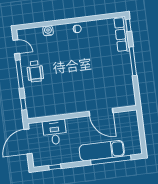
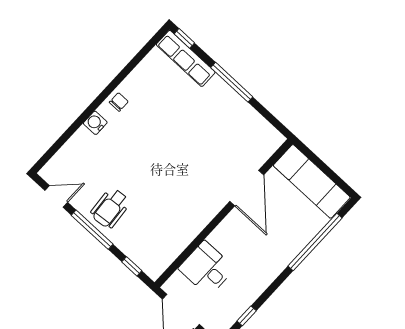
water cooler: (48, 31) -> (95, 123), moved
wheelchair: (35, 71) -> (110, 208), turned 85
door: (101, 112) -> (247, 188), hinge flipped
exam couch: (102, 151) -> (312, 181), moved, turned -90

